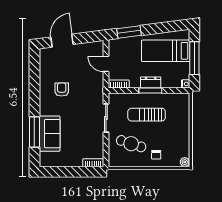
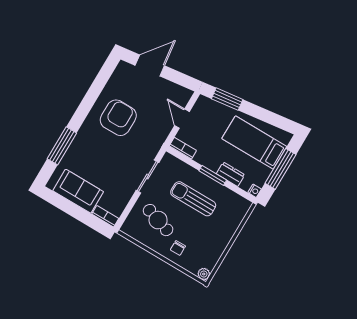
dresser: (151, 82) -> (230, 174), moved
armchair: (62, 90) -> (118, 118), width x1.88, depth x1.88
sofa: (50, 134) -> (78, 191), moved, turned -90

